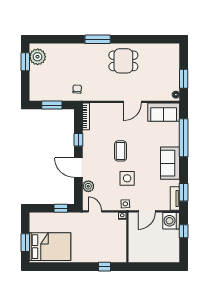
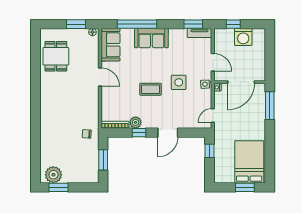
window: (98, 39) -> (35, 113), removed
dining table: (123, 61) -> (56, 56), moved
sofa: (170, 163) -> (151, 38), moved
plant: (88, 186) -> (136, 122), moved
washing machine: (171, 221) -> (243, 37), moved
door: (127, 239) -> (241, 82), added
window: (105, 267) -> (270, 106), width x2.17

